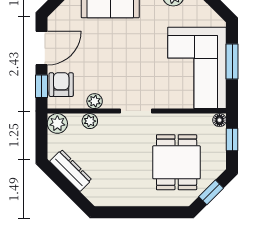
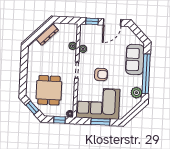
door: (41, 48) -> (112, 22), hinge flipped
armchair: (61, 85) -> (101, 74), moved
plant: (57, 123) -> (72, 29), removed
dining table: (177, 162) -> (49, 90), turned 90

